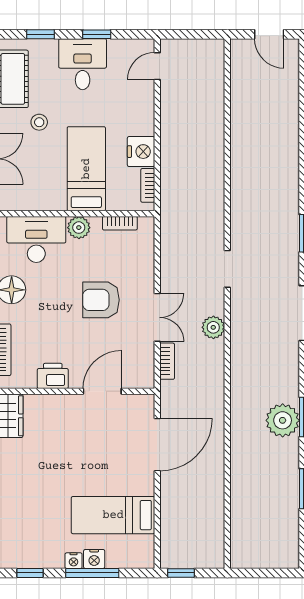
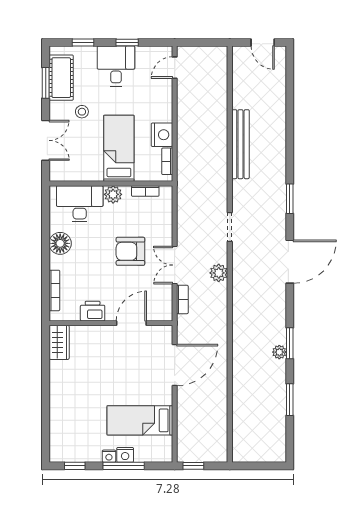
bench: (241, 164) -> (240, 144), added
double door: (157, 317) -> (175, 265), swing flipped
plant: (283, 420) -> (279, 352), width x0.53, depth x0.53

